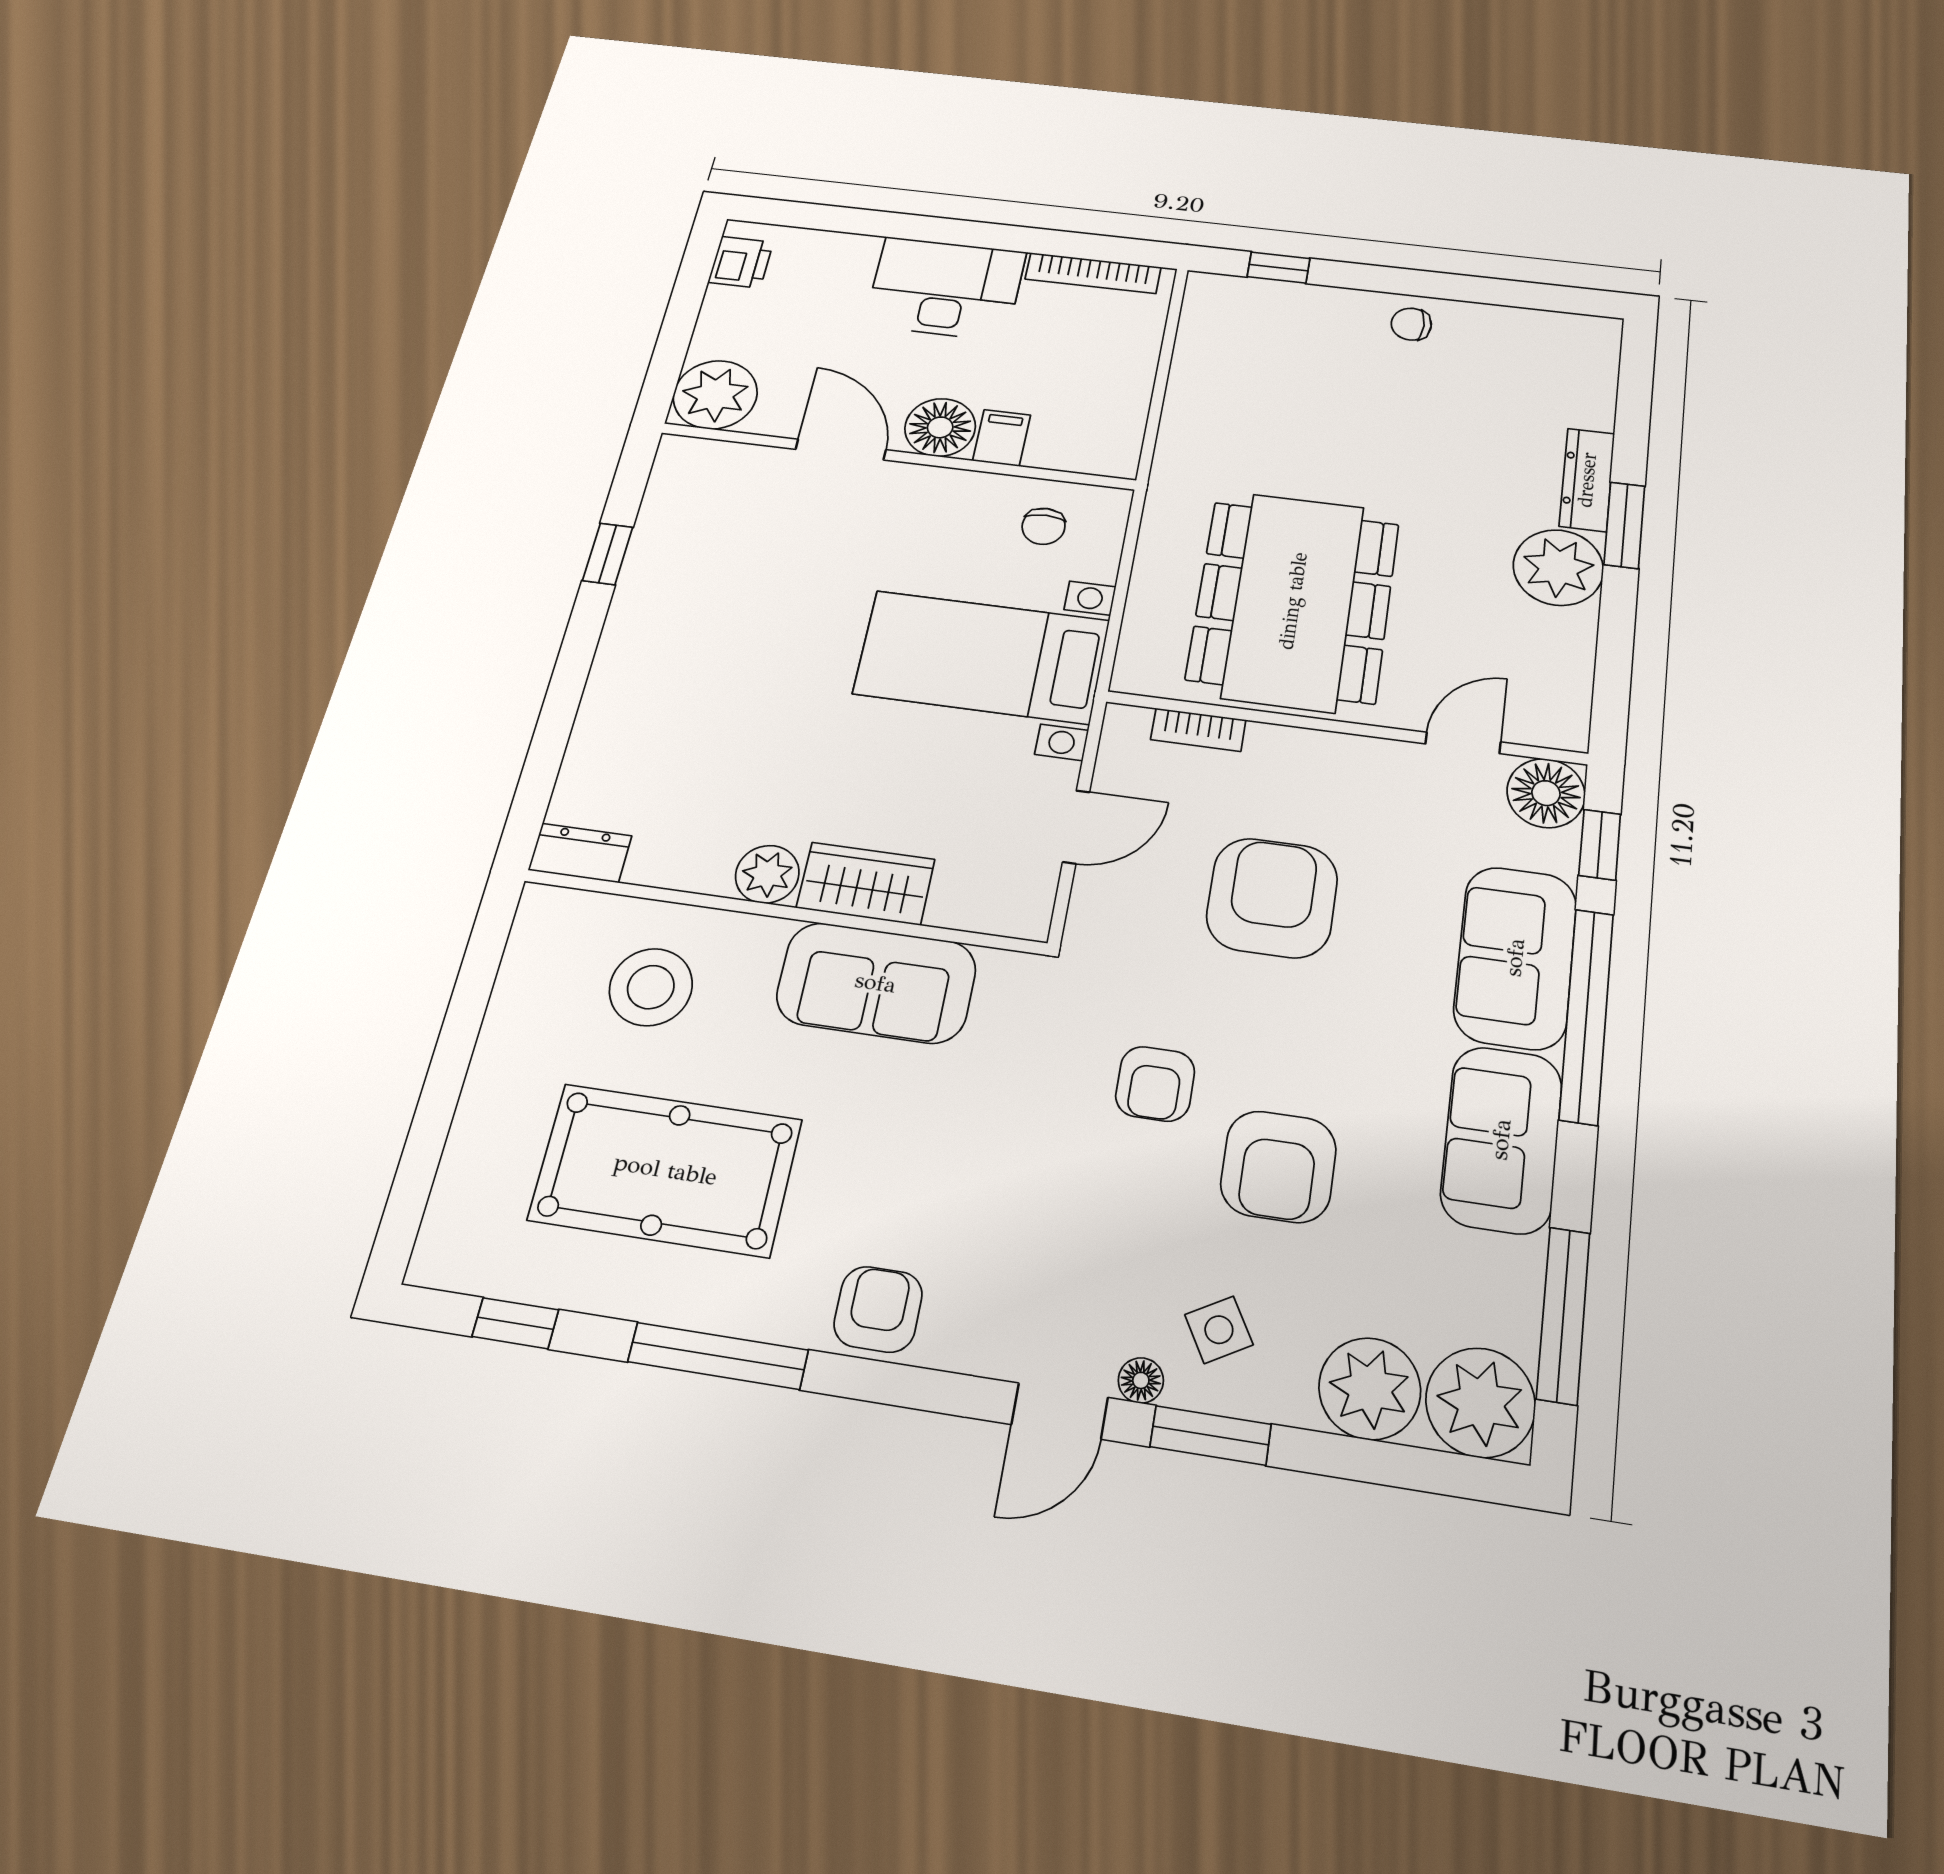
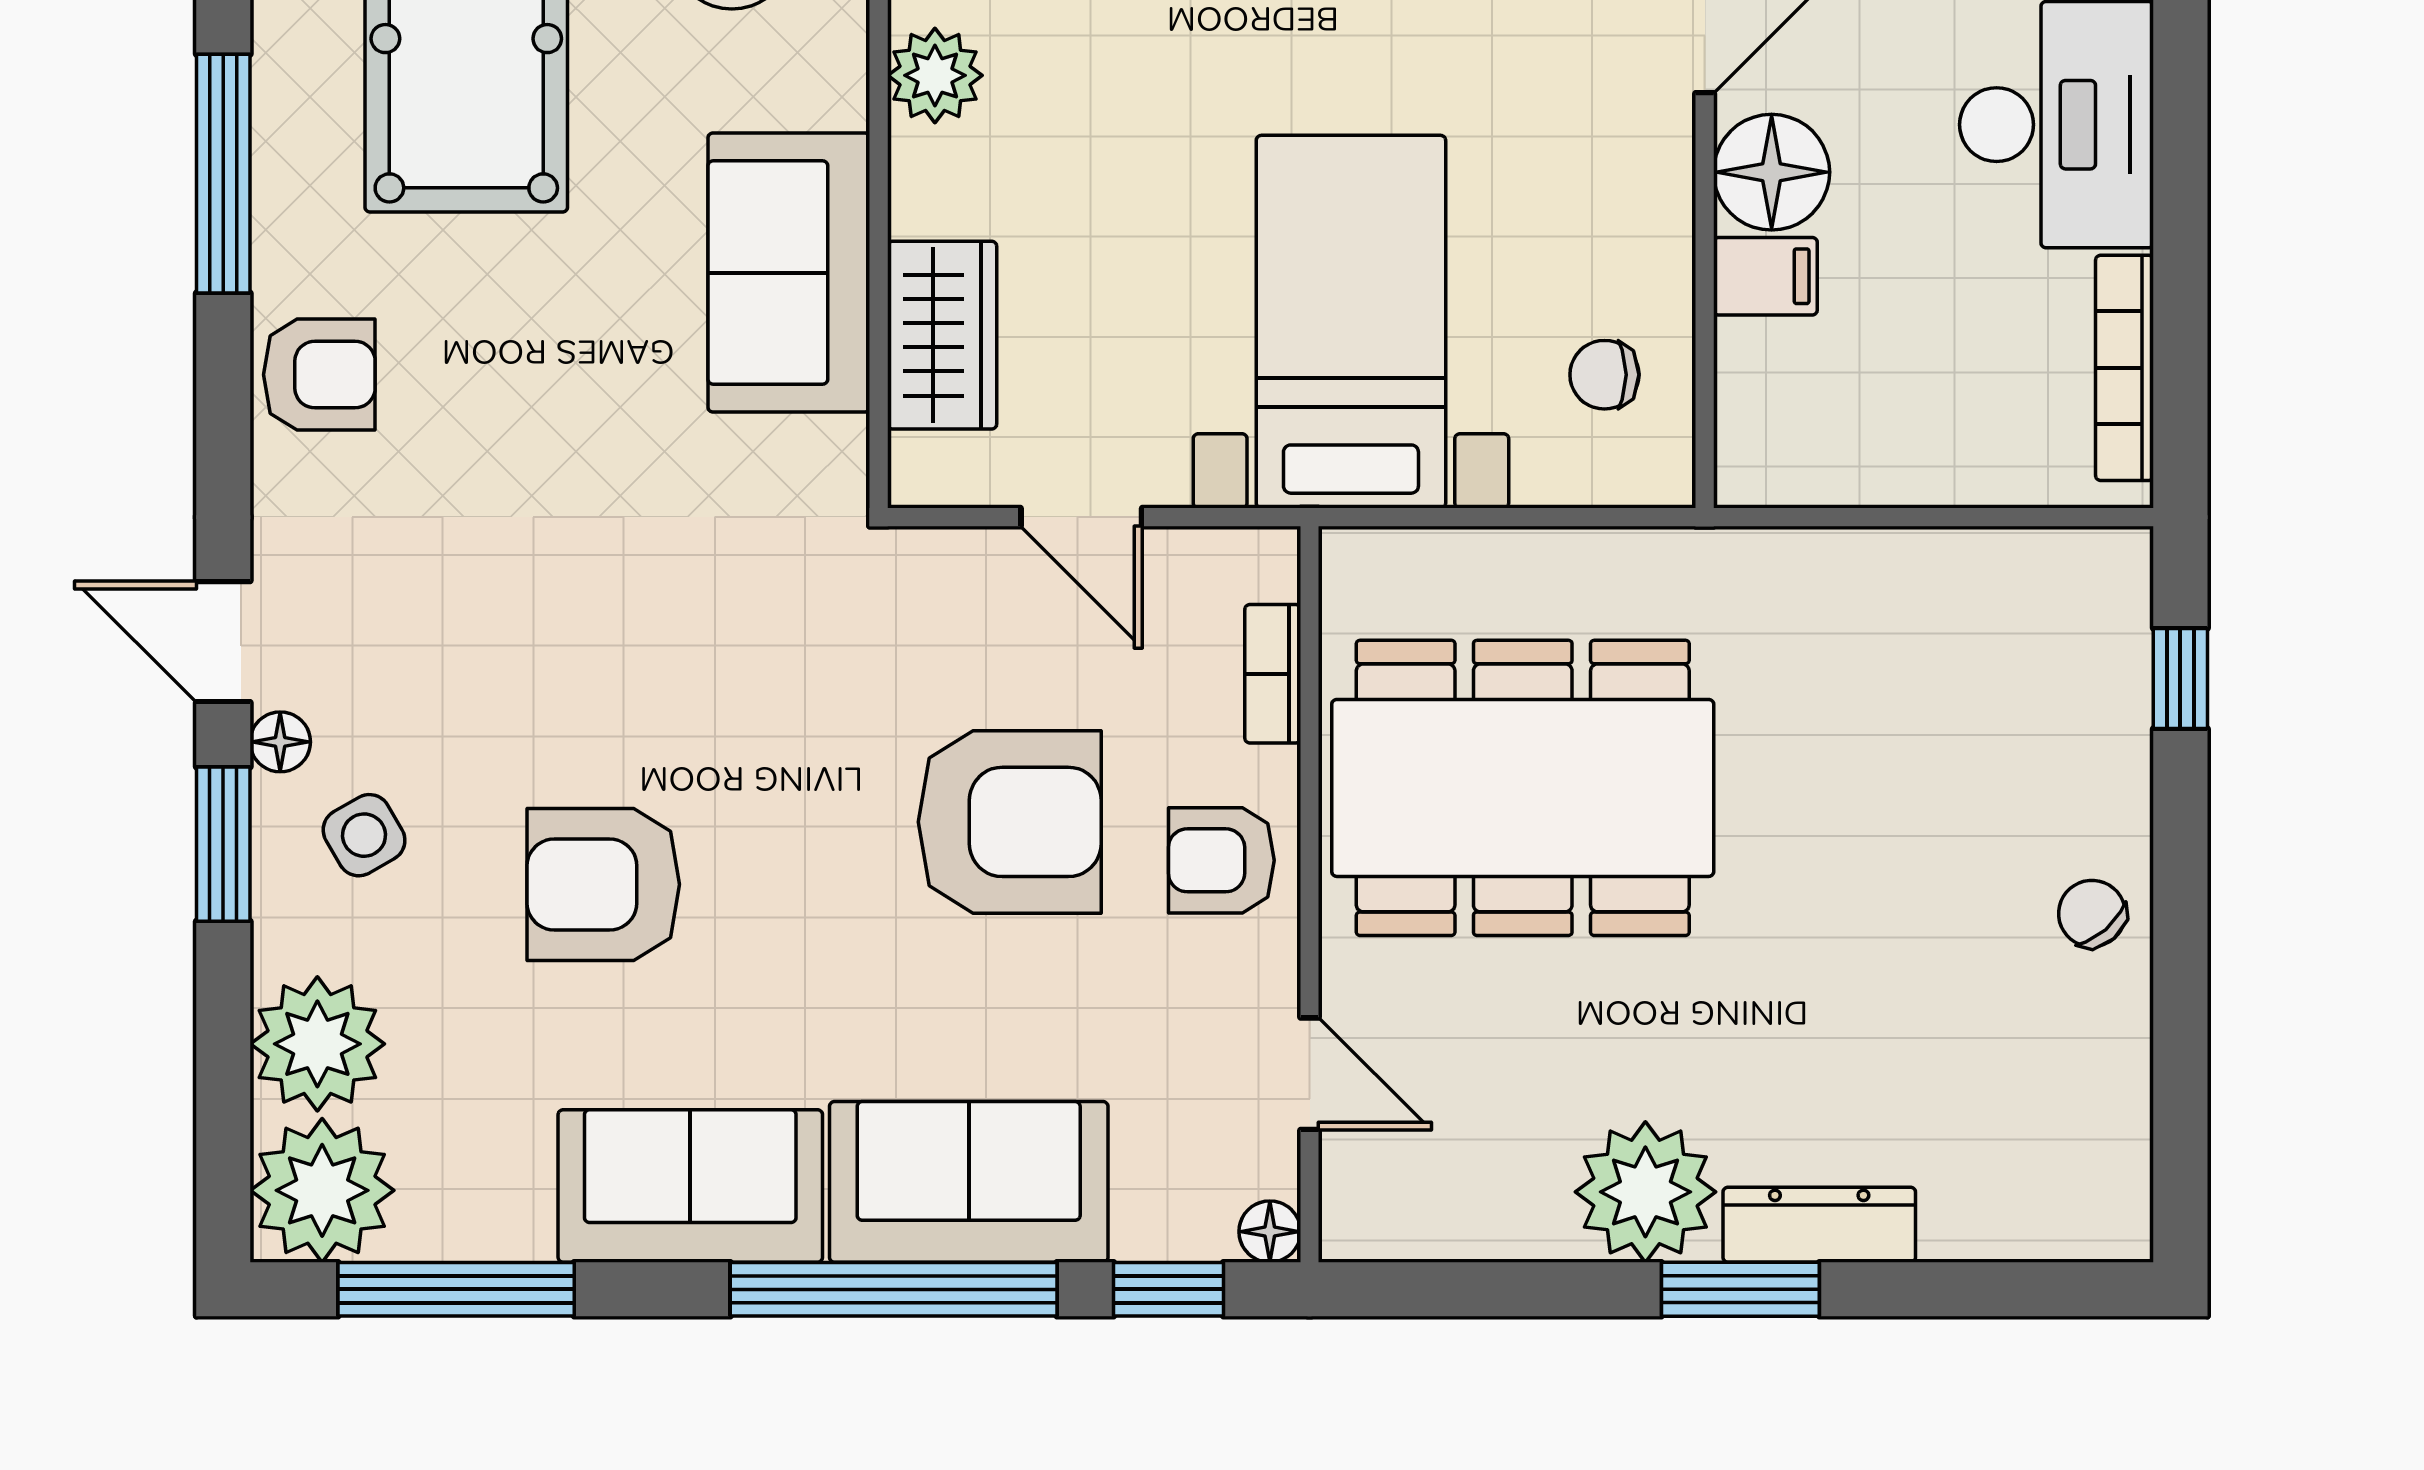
chair: (1411, 324) -> (2092, 914), turned -41
floor lamp: (1546, 793) -> (1270, 1232), width x0.53, depth x0.53
wardrobe: (866, 884) -> (942, 335), moved
armchair: (1155, 1084) -> (1221, 860), moved

